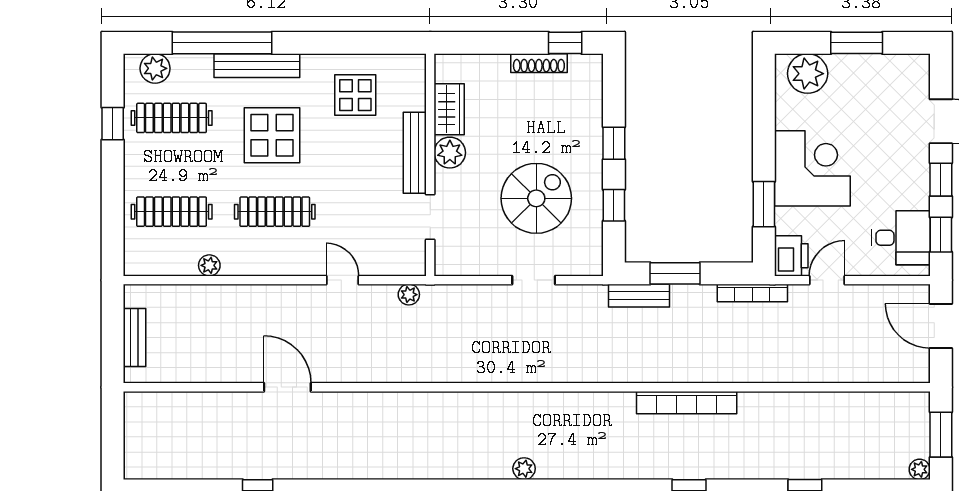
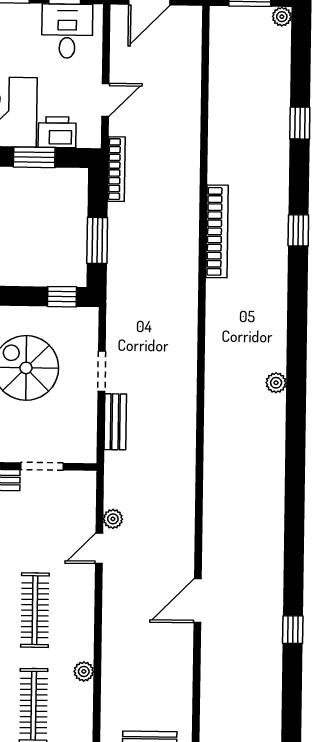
window: (614, 205) -> (62, 297), moved
printer: (791, 256) -> (57, 132), moved
door: (827, 280) -> (105, 100), swing flipped
plant: (409, 295) -> (113, 519), moved
bench: (639, 296) -> (115, 422), moved

